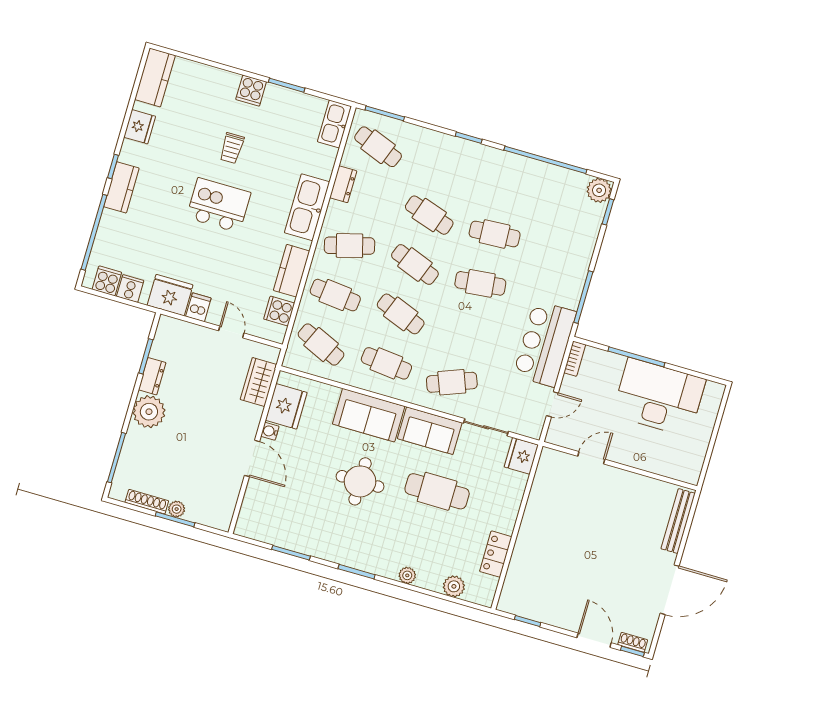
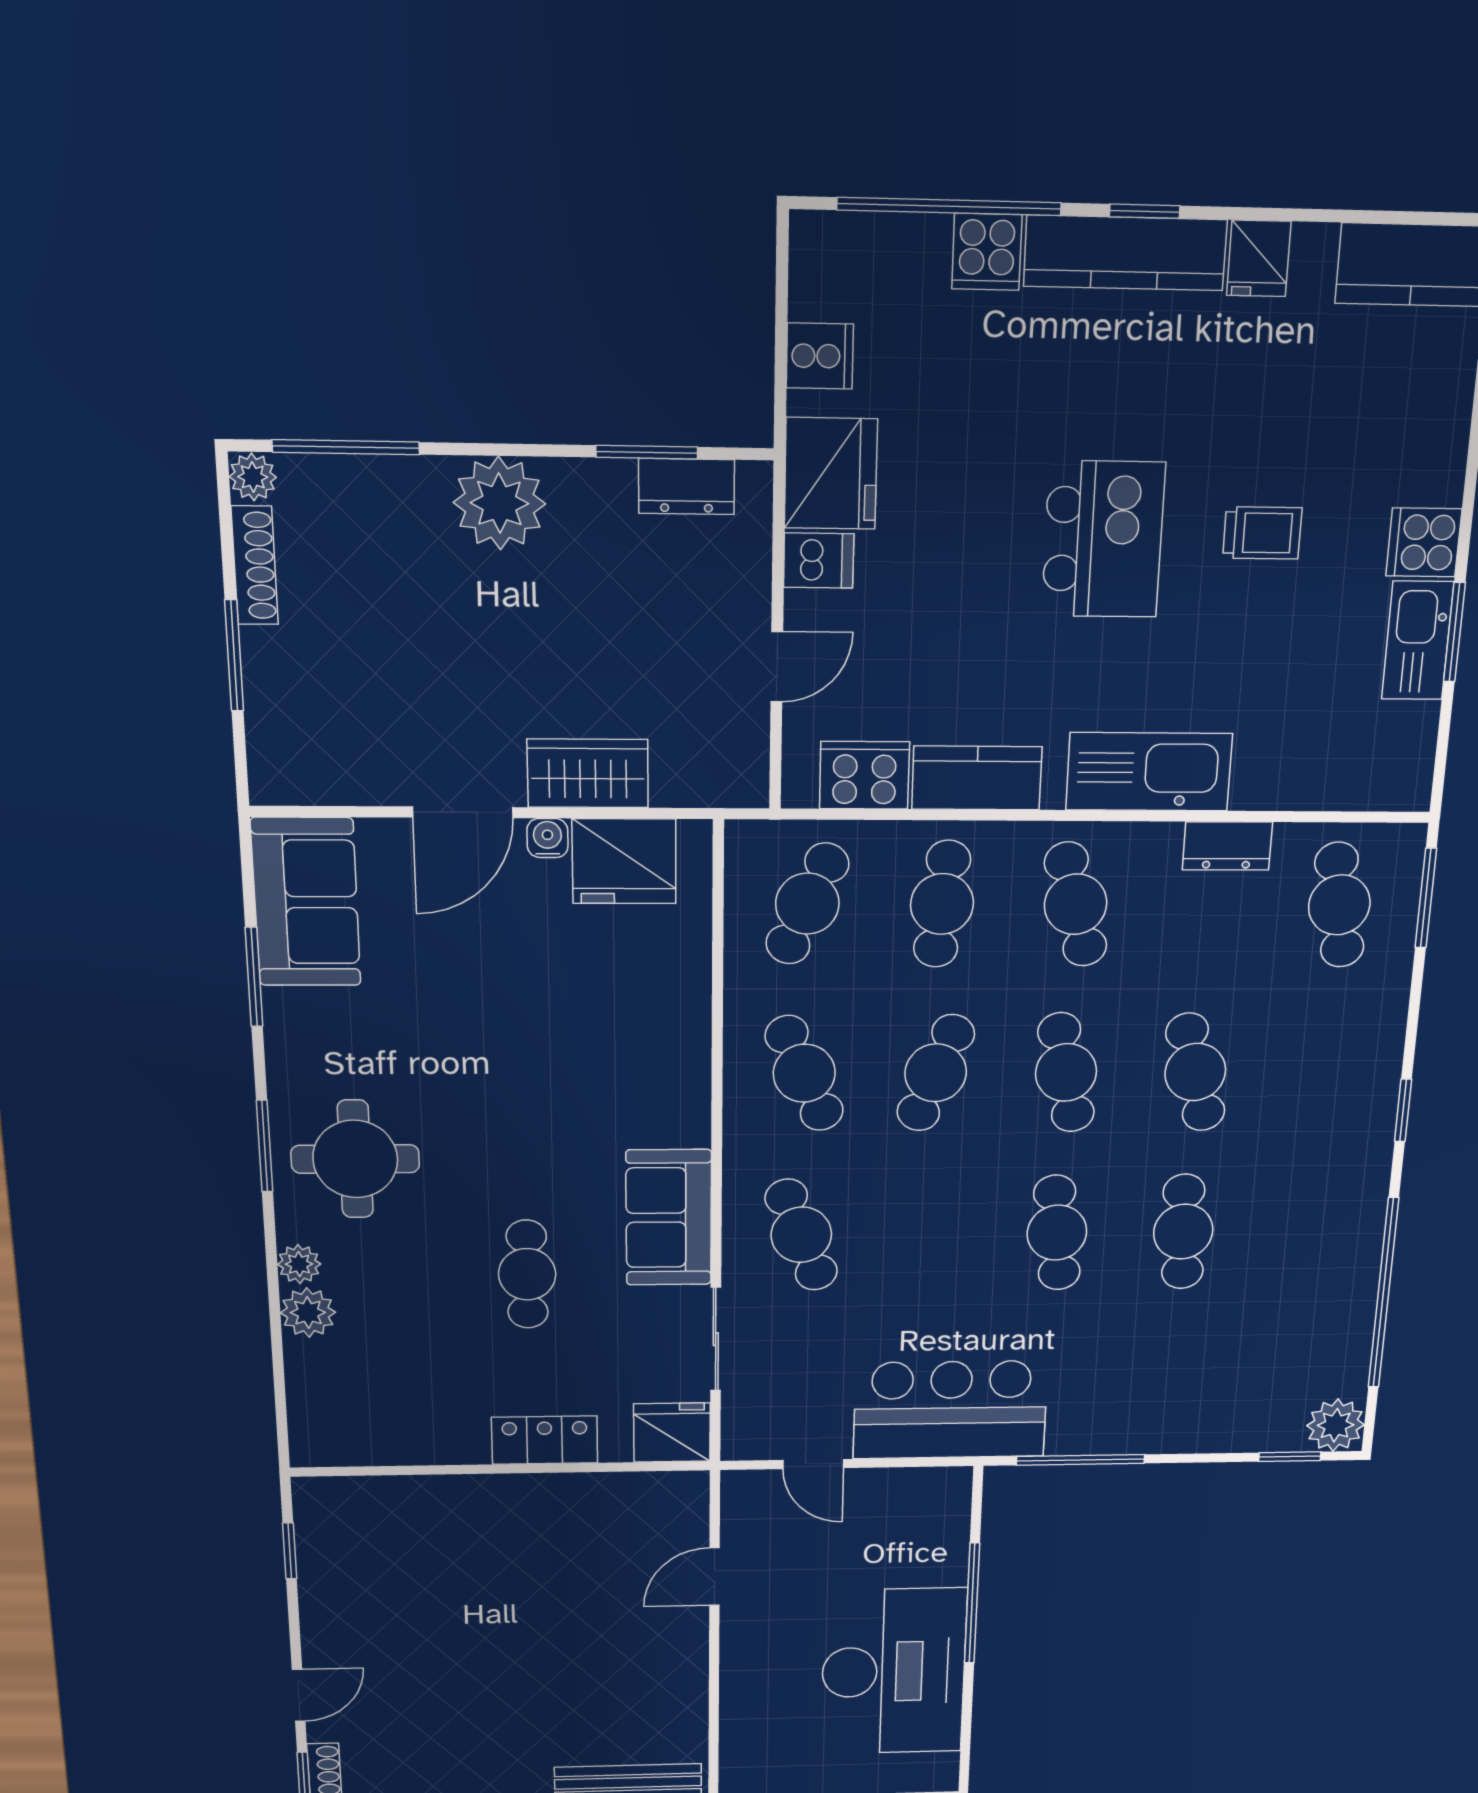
kitchen sink: (334, 124) -> (1418, 641), moved, turned -90
fridge: (140, 127) -> (1259, 258), width x0.72
cafe table: (378, 147) -> (1339, 905), turned -30
trolley: (232, 148) -> (1262, 533), turned 180
kitchen counter: (121, 187) -> (1125, 253), width x1.50
cafe table: (429, 215) -> (1195, 1072), turned -33
cafe table: (415, 265) -> (1066, 1072), turned -33
cooker: (107, 281) -> (987, 252), moved, turned 90
cooker: (279, 311) -> (864, 775), width x1.36
bookcase: (575, 359) -> (933, 1481), removed
cafe table: (386, 363) -> (804, 1073), turned -30
dresser: (152, 376) -> (687, 487), moved
wardrobe: (259, 382) -> (588, 773), moved
sofa: (369, 415) -> (306, 902), moved, turned 180
door: (591, 458) -> (714, 1577), swing flipped
round table: (360, 481) -> (355, 1159), moved
cafe table: (437, 491) -> (527, 1274), width x0.73, depth x0.74
plant: (177, 509) -> (253, 477), moved
locker: (496, 554) -> (545, 1440), moved
plant: (454, 586) -> (308, 1312), moved
door: (594, 640) -> (299, 1695), width x0.73

